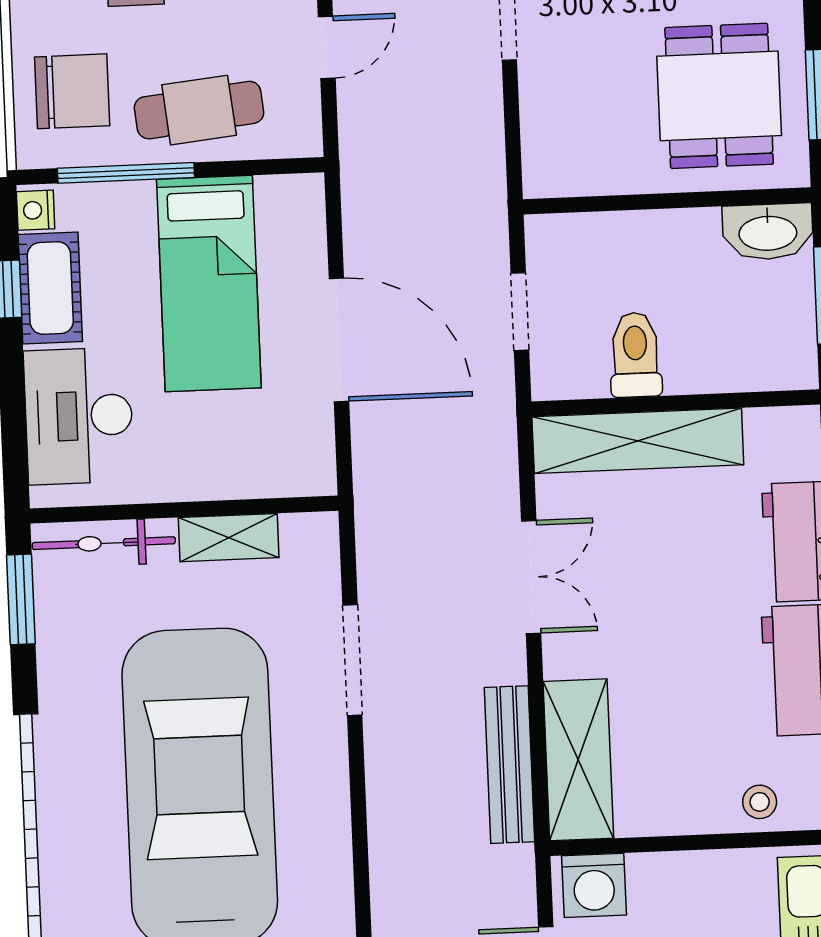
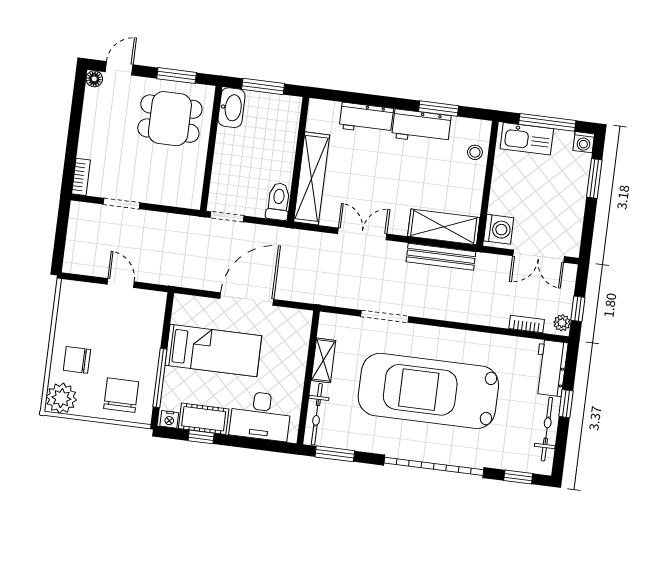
cafe table: (199, 110) -> (138, 342), removed
doorway: (520, 312) -> (227, 217), moved
toilet: (635, 355) -> (278, 201), moved, turned 90

